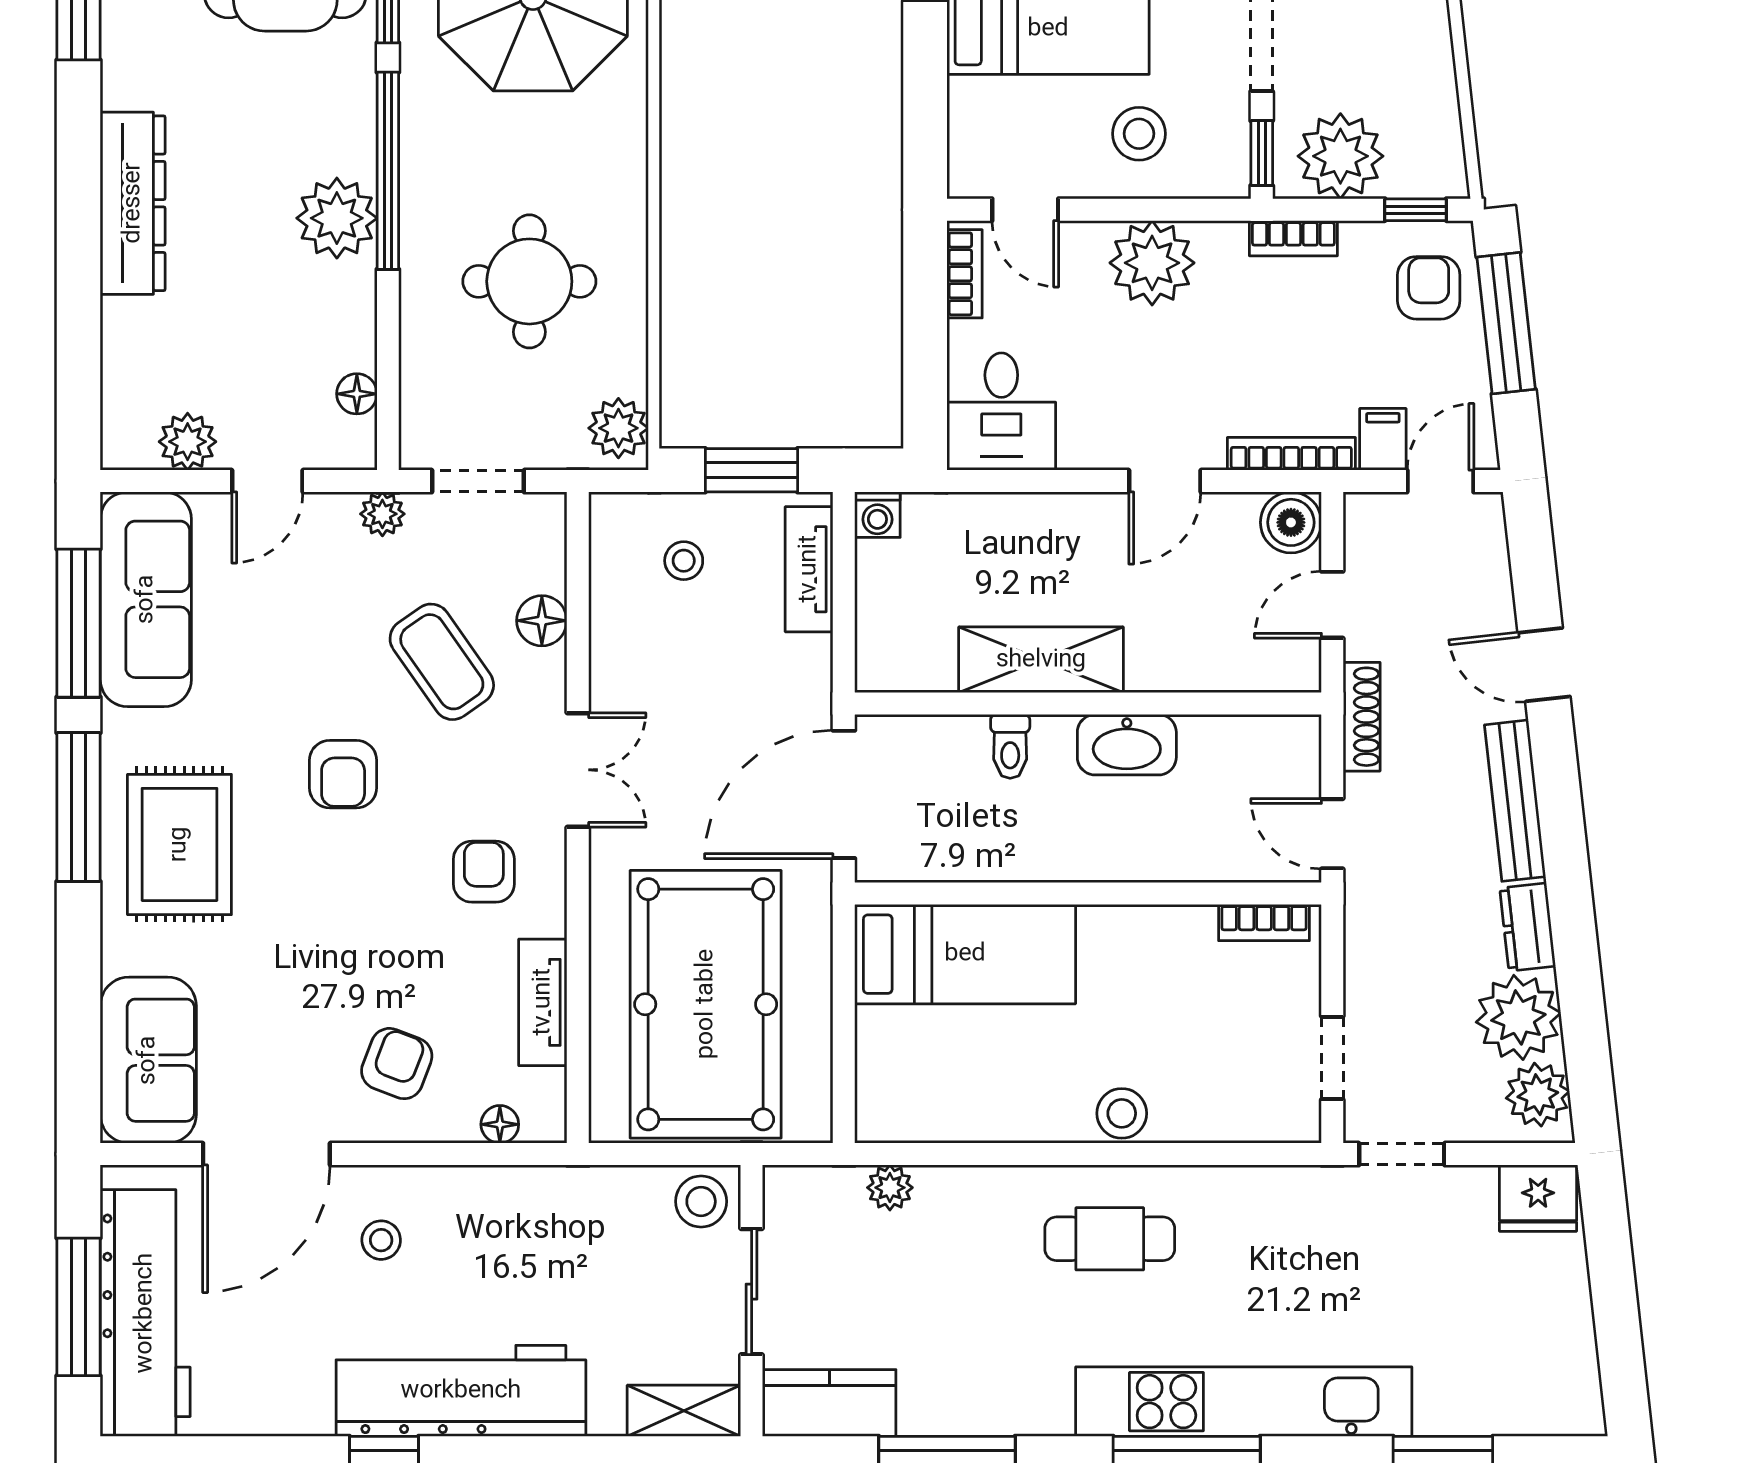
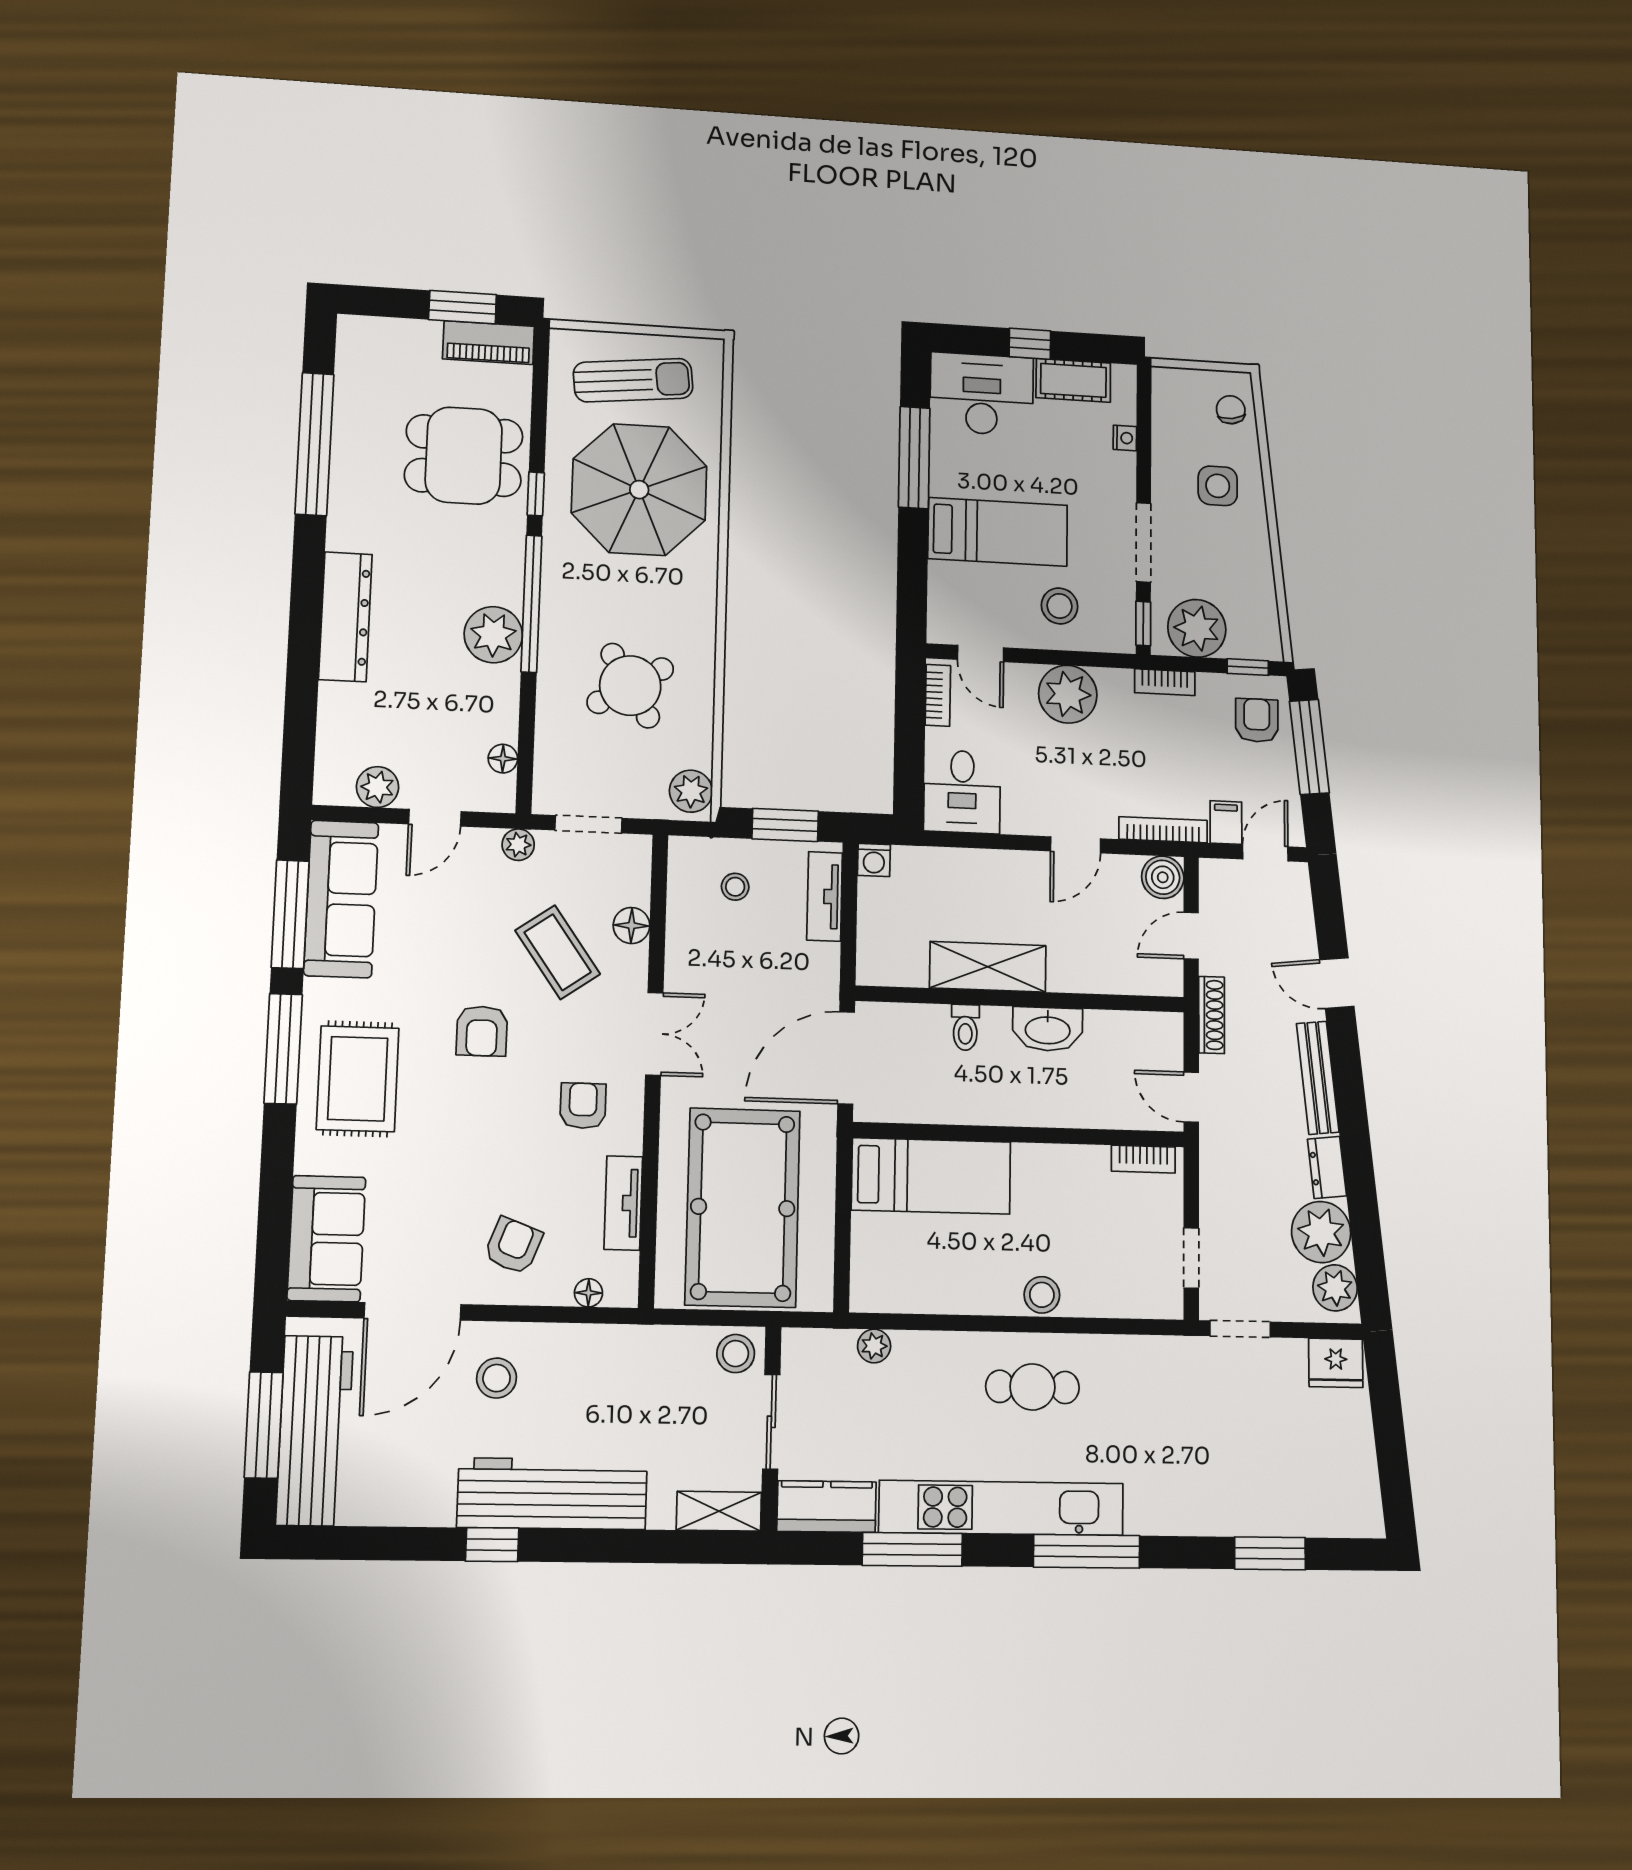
round table: (529, 281) -> (630, 686), turned -31
stool: (381, 1240) -> (497, 1378), width x1.37, depth x1.37
kitchen unit: (1244, 1402) -> (1001, 1508), moved

